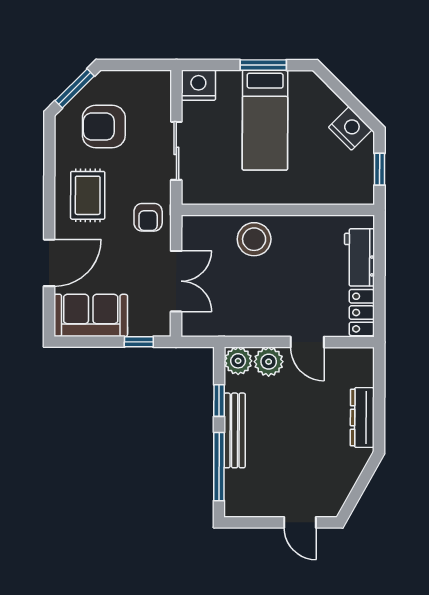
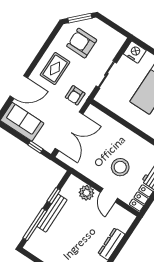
stool: (254, 239) -> (120, 167), moved
double door: (176, 281) -> (69, 131), width x1.37
plant: (238, 361) -> (73, 184), removed

